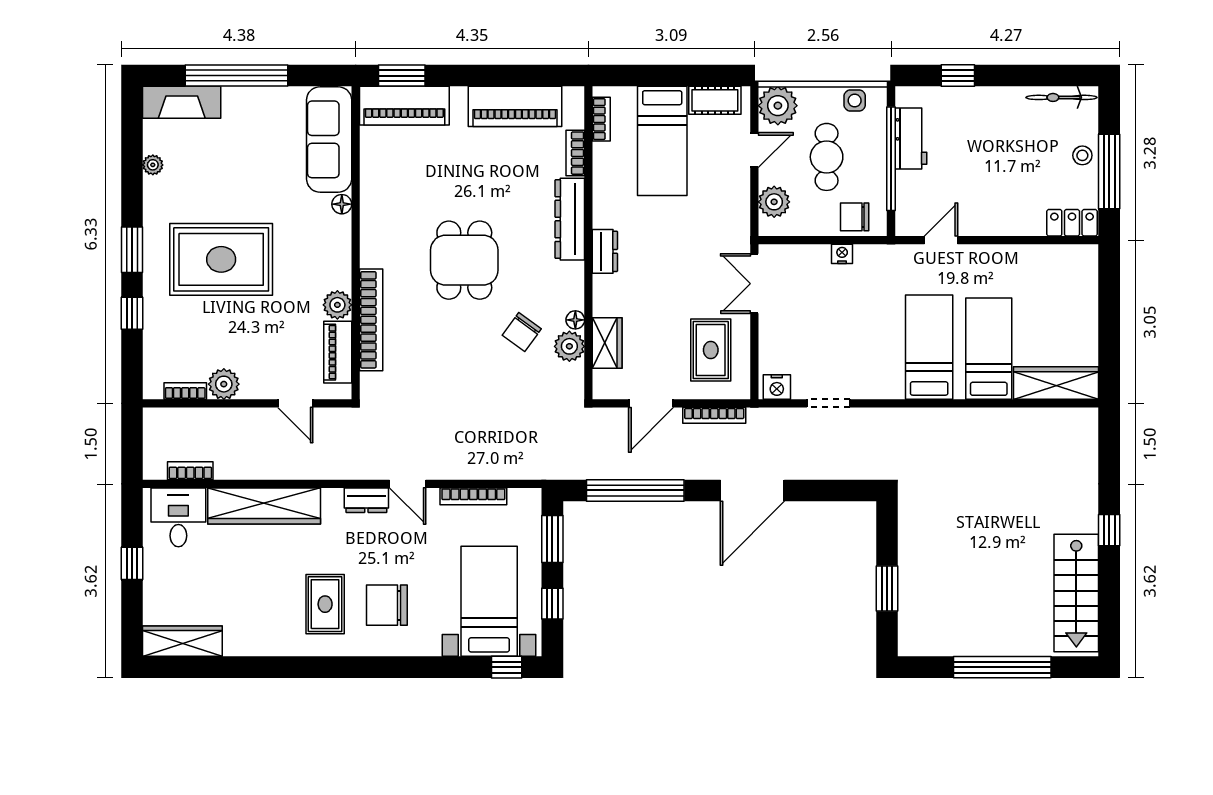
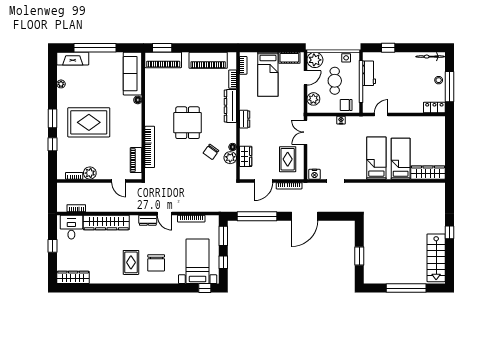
plant: (337, 305) -> (136, 141), removed
chair: (387, 605) -> (156, 263), turned -90

